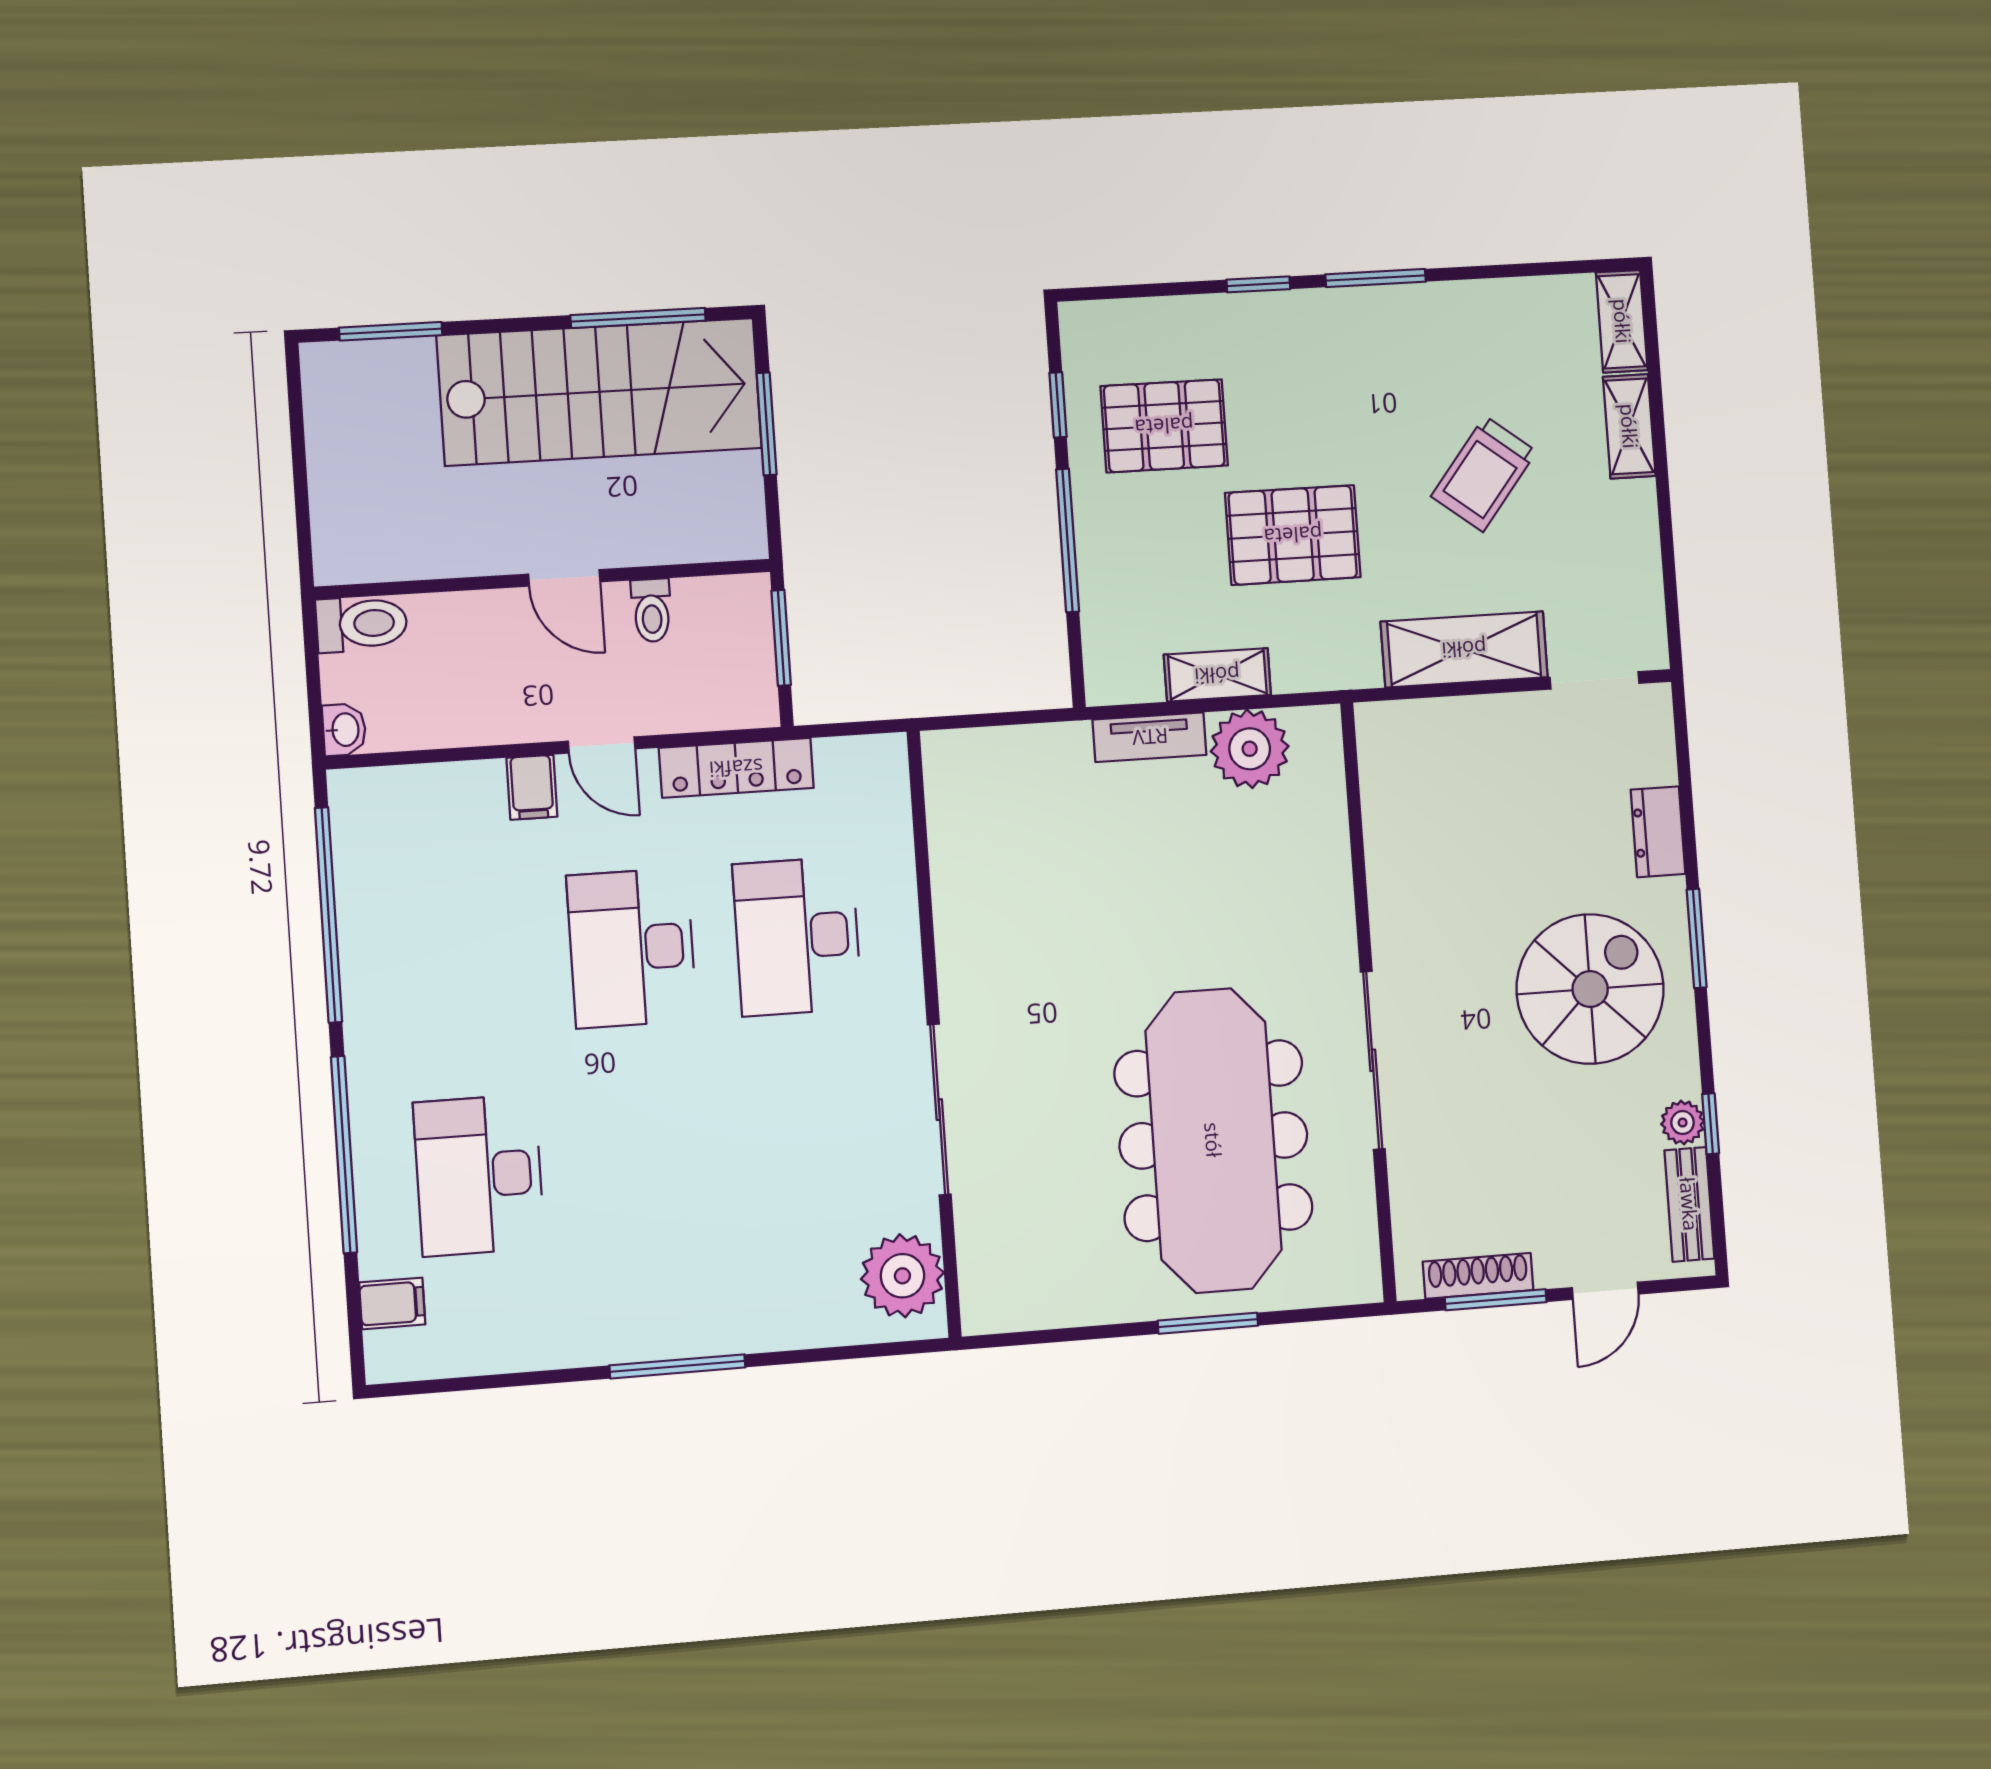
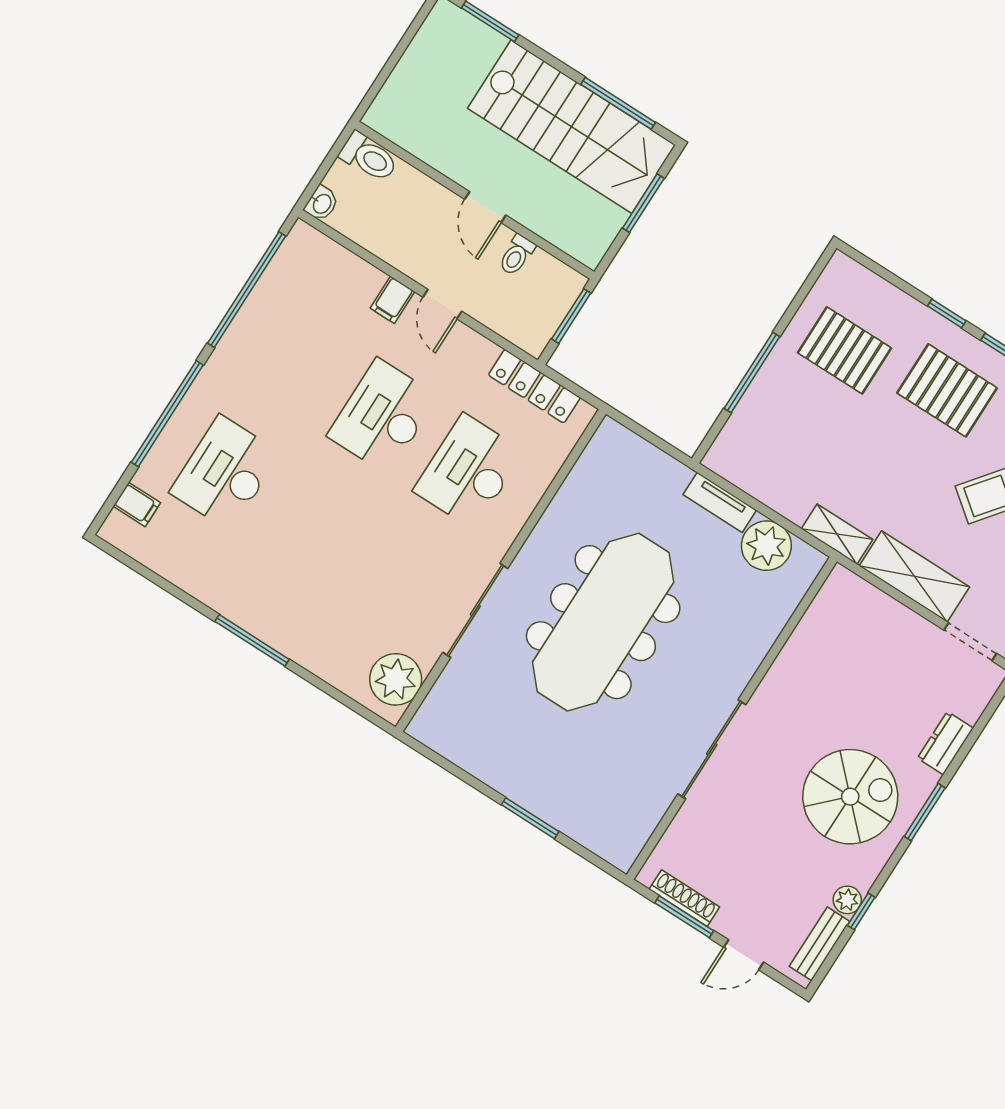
window: (1058, 405) -> (798, 300), removed
pallet: (1293, 535) -> (947, 390), moved
shelving: (1217, 675) -> (837, 534), moved
locker: (736, 768) -> (534, 386), moved
meeting table: (1213, 1140) -> (603, 622), moved

